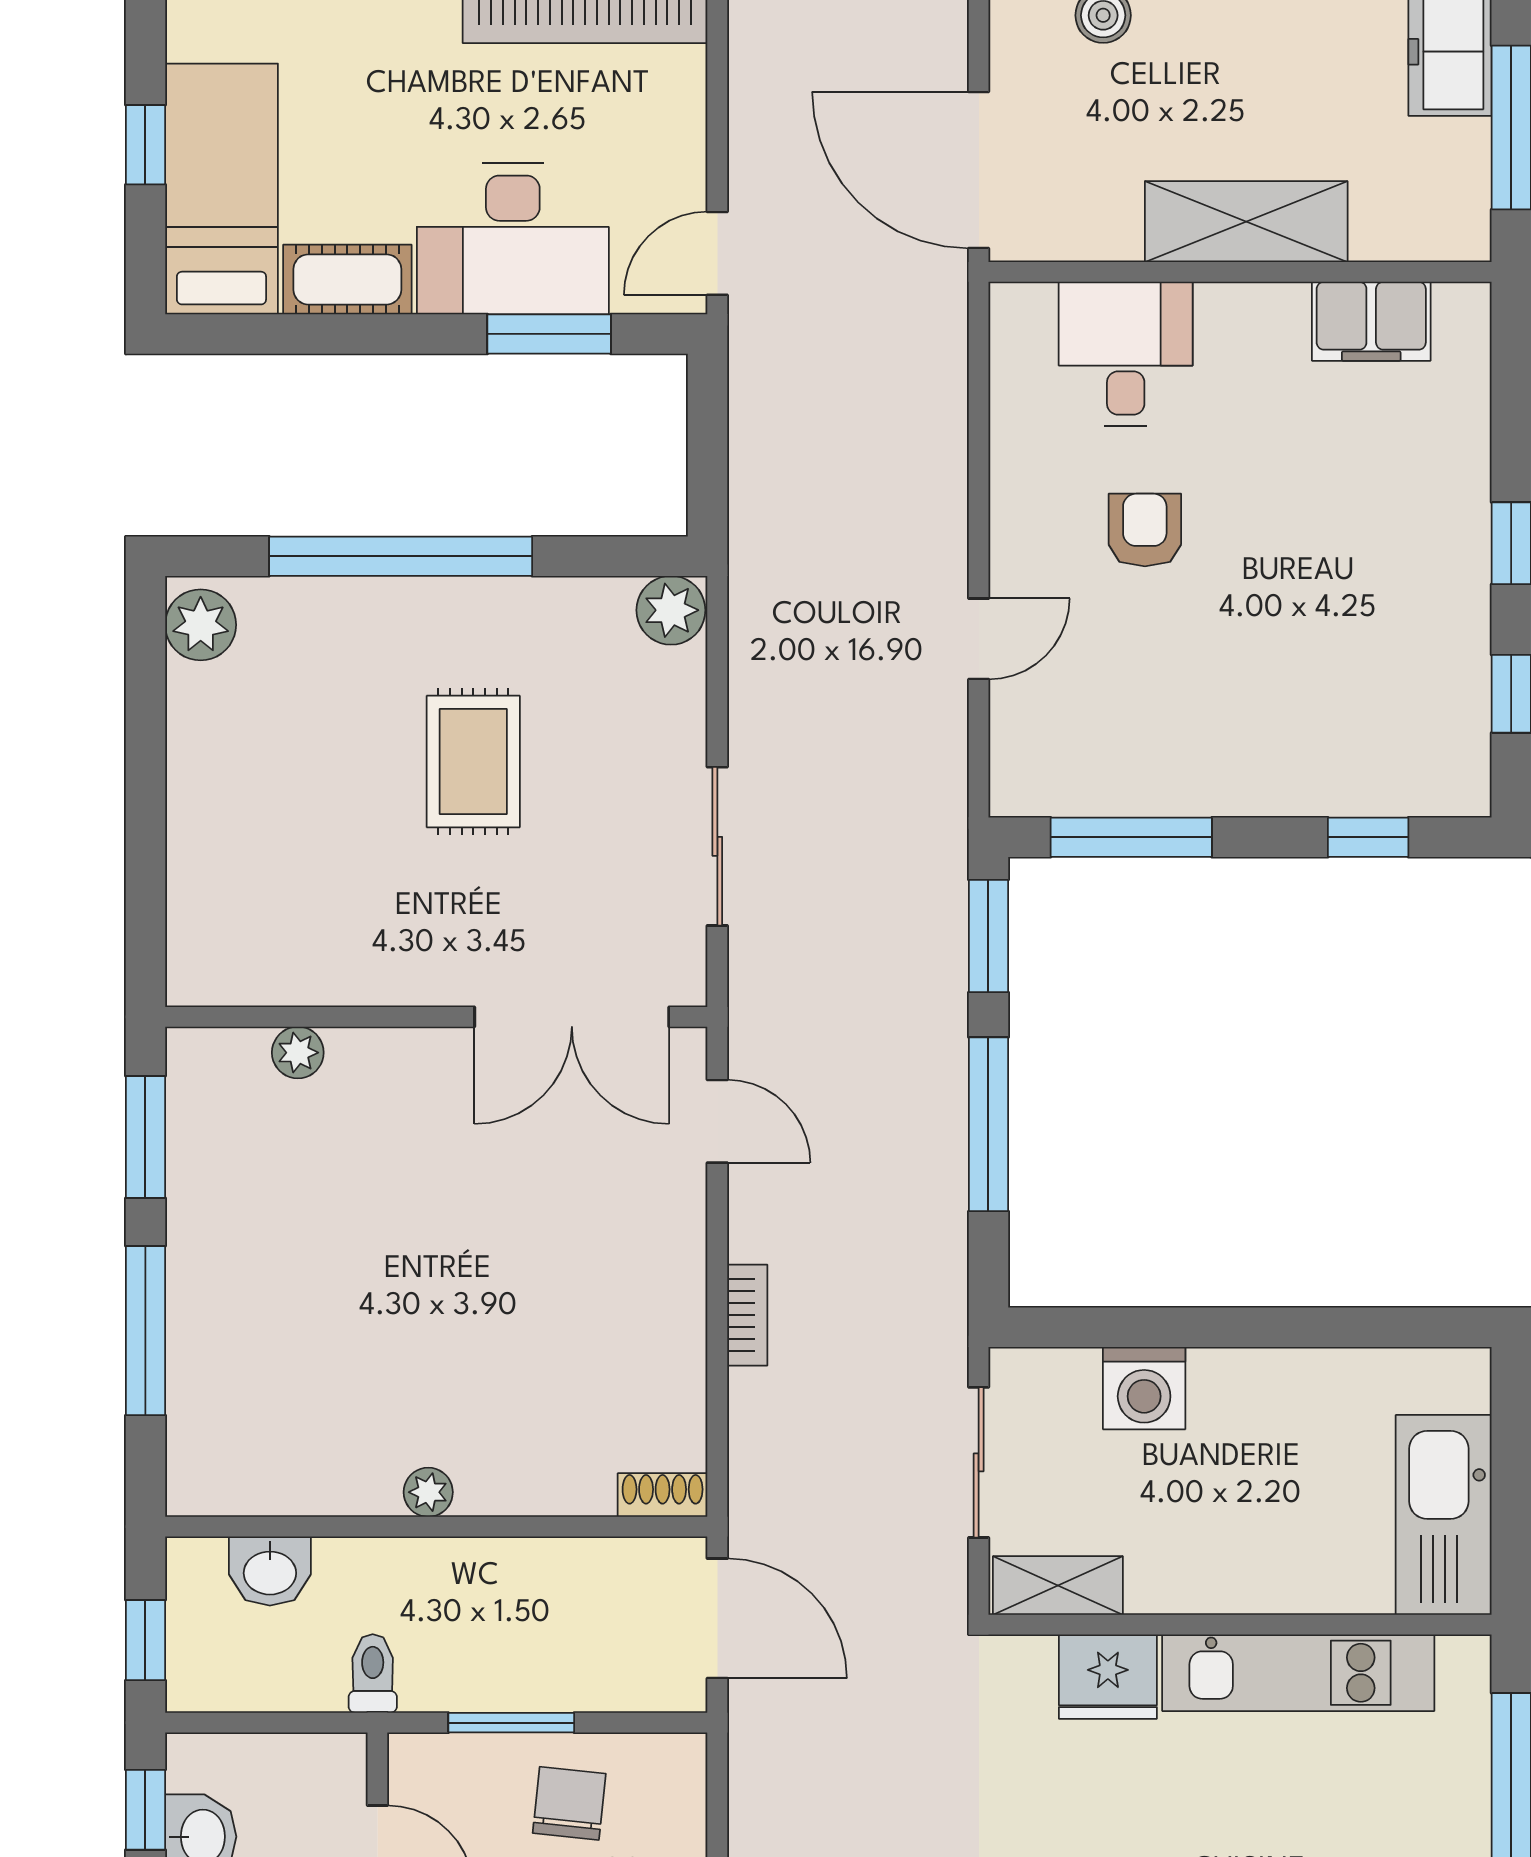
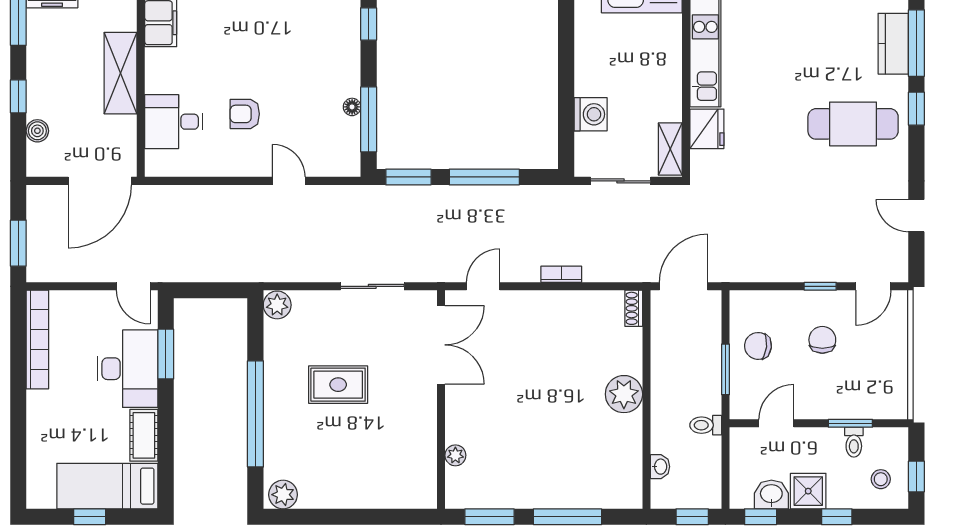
floor lamp: (1162, 796) -> (352, 107), added
plant: (428, 1492) -> (624, 394), width x1.87, depth x1.87
washbasin: (270, 1571) -> (660, 467), width x0.72, depth x0.69

